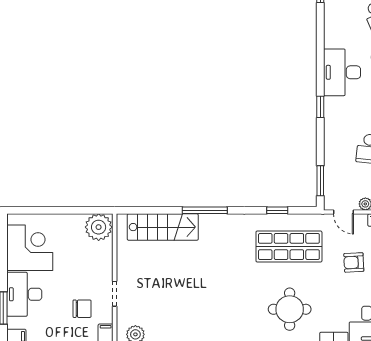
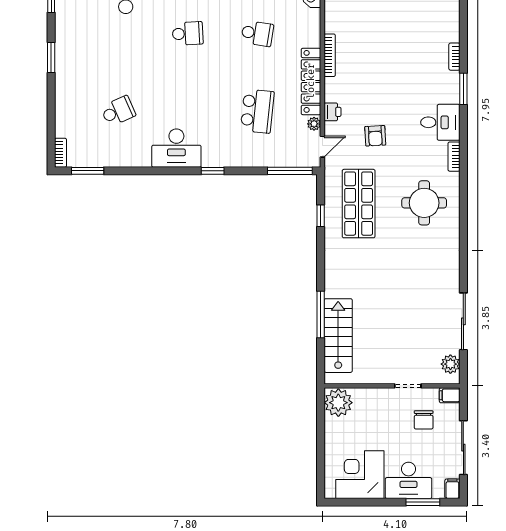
window: (320, 181) -> (290, 171), width x1.44
window: (205, 210) -> (321, 315), moved
chair: (82, 309) -> (424, 420), turned 180

